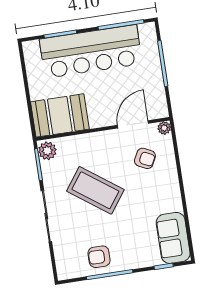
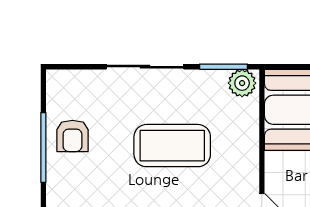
coffee table: (95, 190) -> (172, 146), turned 54
armchair: (99, 257) -> (72, 136), turned 180

